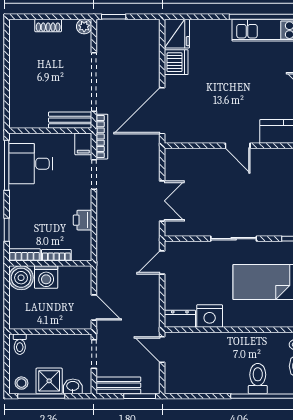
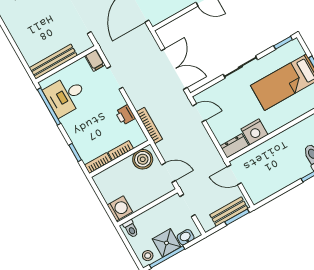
bench: (70, 120) -> (53, 62), moved, width x1.36
bookcase: (102, 137) -> (150, 125), moved
double door: (162, 201) -> (174, 69), width x1.37
door: (162, 263) -> (199, 113), swing flipped
washing machine: (46, 277) -> (120, 208), moved, turned -90
boiler: (21, 278) -> (143, 159), moved
bench: (118, 385) -> (229, 212), moved

